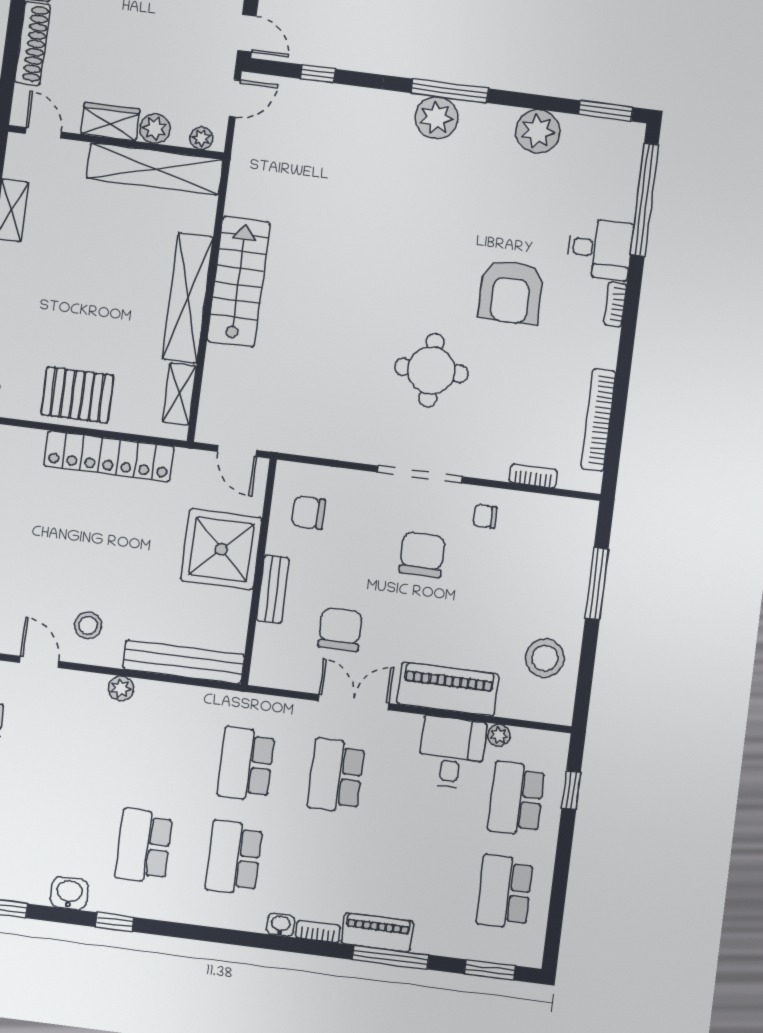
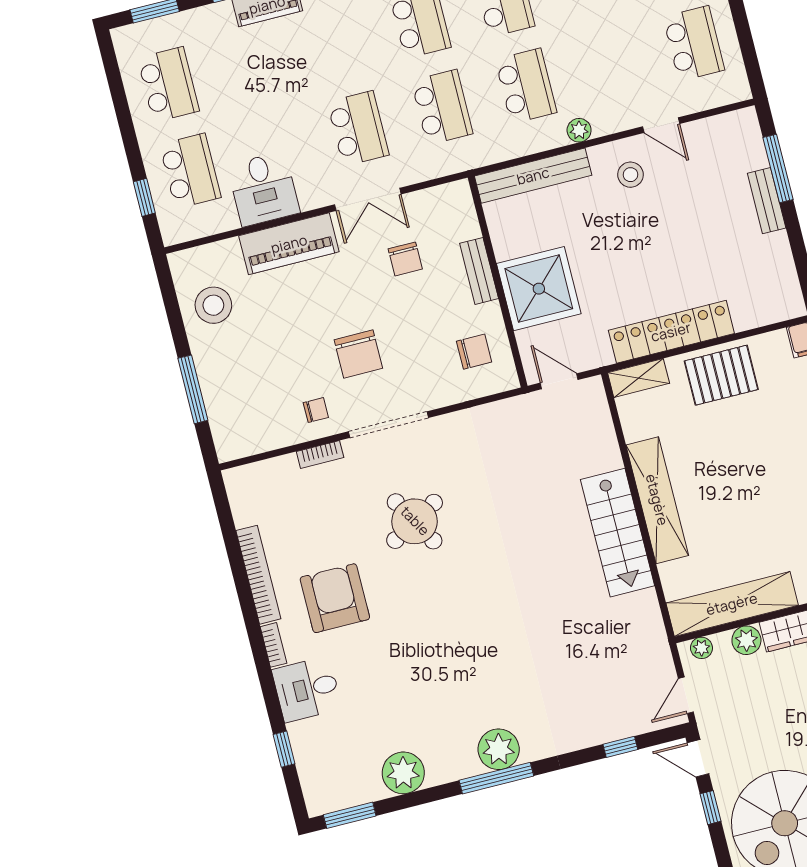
window: (644, 200) -> (284, 749), width x0.32
armchair: (511, 292) -> (335, 598), moved
round table: (431, 370) -> (415, 521), turned -30
shelving: (179, 394) -> (639, 378), moved, turned 90
bookcase: (598, 420) -> (258, 575), moved
bookcase: (533, 476) -> (320, 454), moved
chair: (340, 629) -> (405, 259), width x0.73, depth x0.73
plant: (499, 735) -> (227, 221), removed
school desk: (156, 752) -> (526, 86), added

